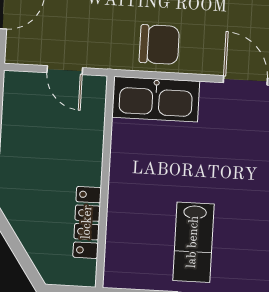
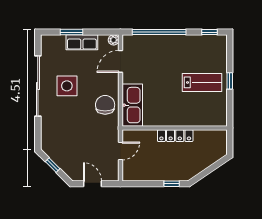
locker: (87, 222) -> (175, 136), moved

